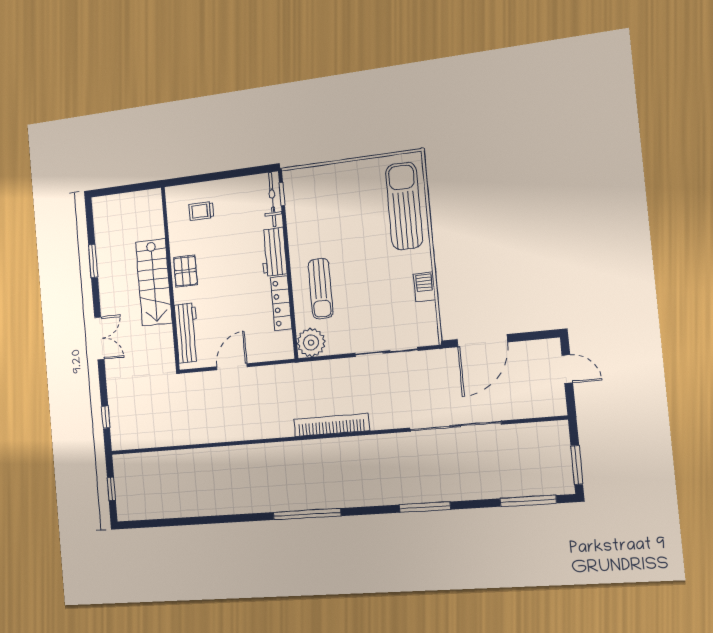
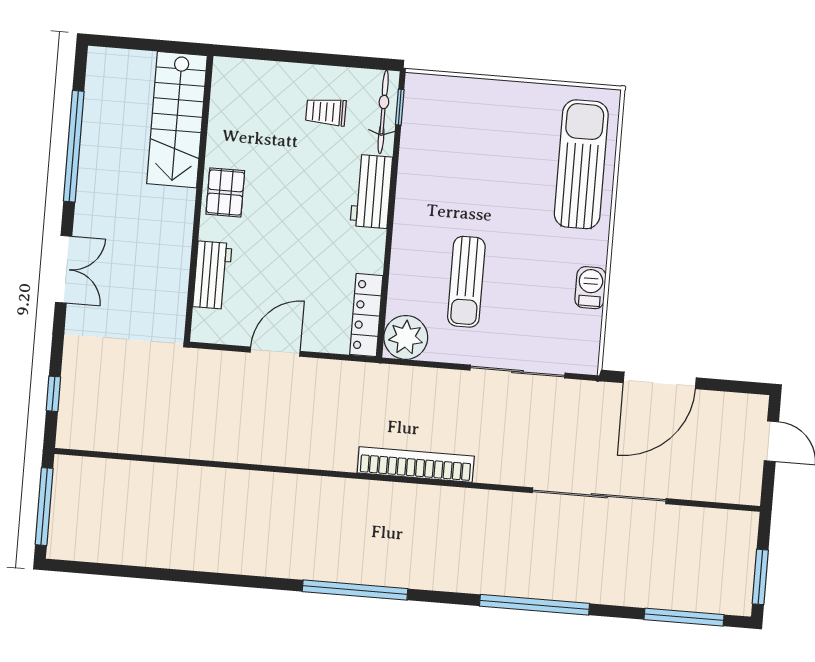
trolley: (201, 211) -> (326, 112), moved
window: (93, 261) -> (74, 146), width x2.11
stairs: (154, 282) -> (177, 120), moved
sun lounger: (321, 289) -> (466, 282), moved
locker: (281, 303) -> (366, 315), moved
workbench: (187, 333) -> (212, 275), width x0.73
window: (111, 489) -> (44, 507), width x2.17
window: (425, 507) -> (534, 605), width x1.46

